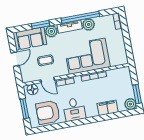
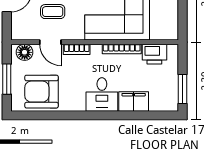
printer: (115, 75) -> (154, 54), added
plant: (130, 104) -> (169, 102), removed
desk: (74, 109) -> (102, 95), moved

